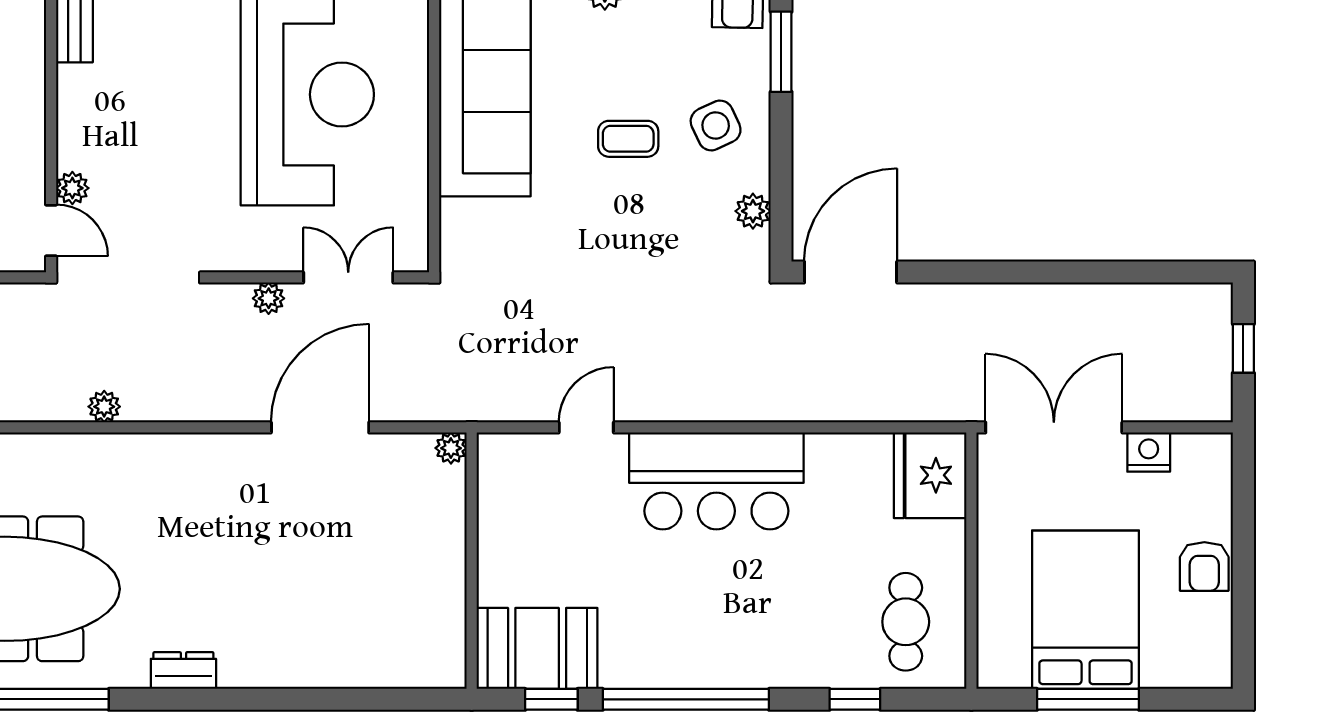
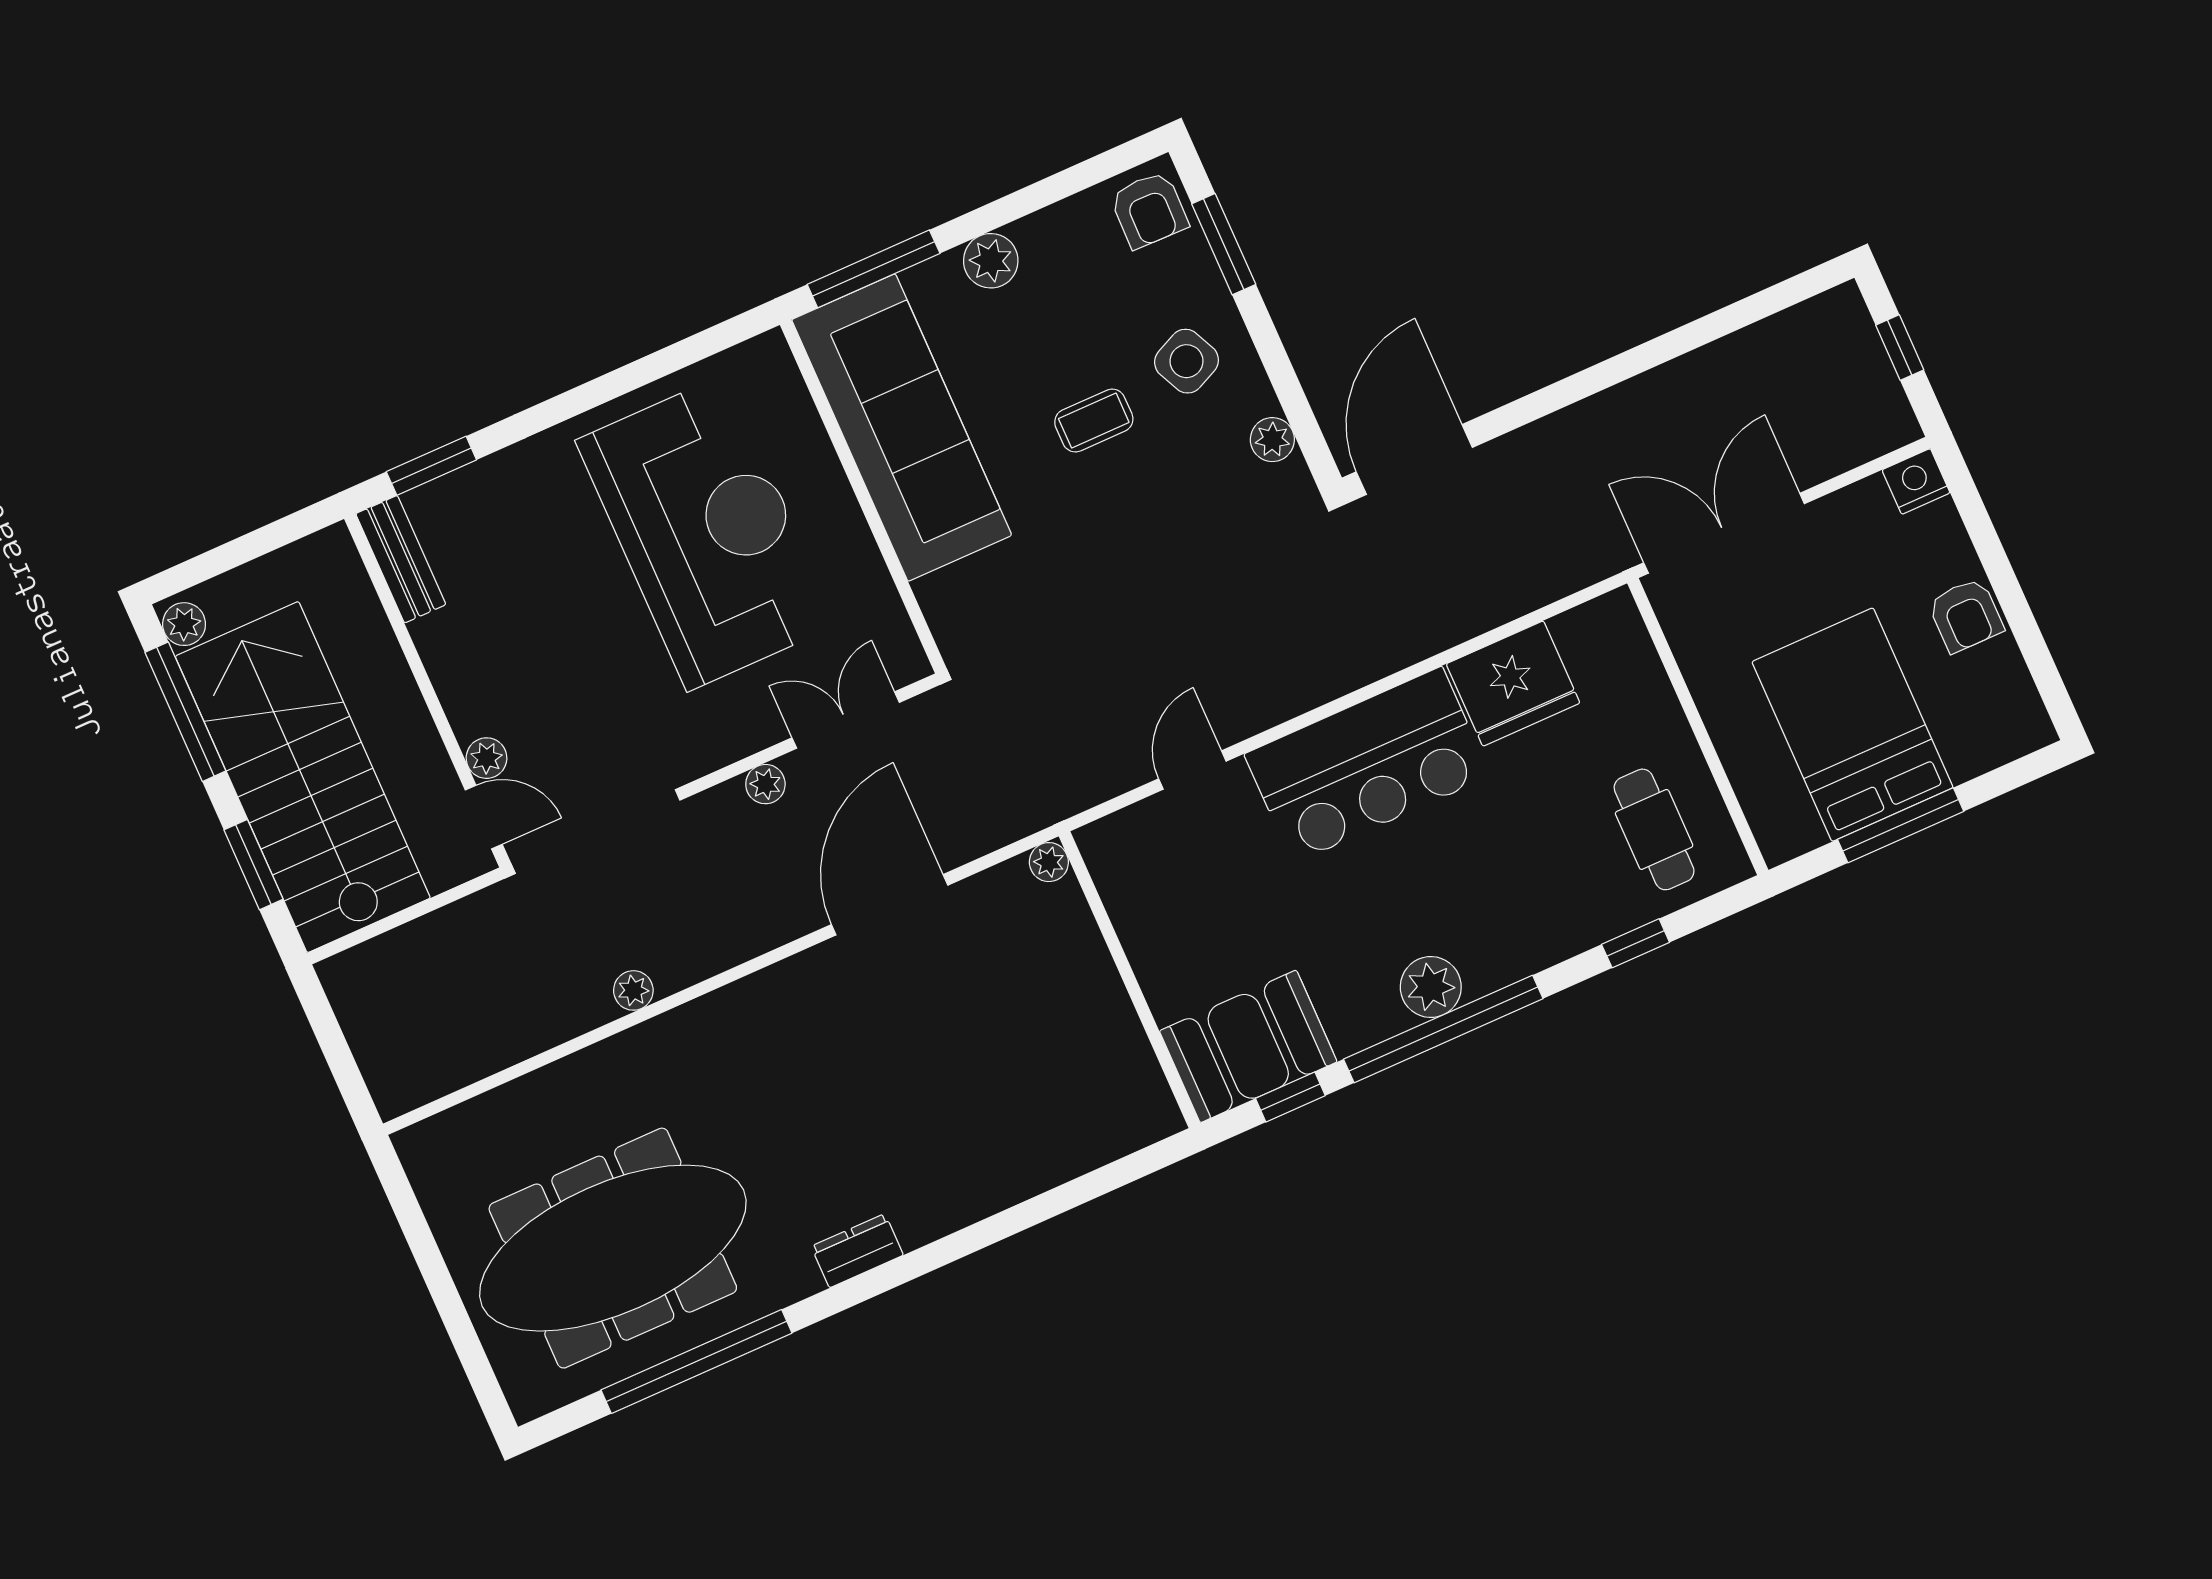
nightstand: (1149, 452) -> (1916, 481), moved
fridge: (930, 475) -> (1513, 684), moved, turned -90
plant: (690, 664) -> (1431, 987), added

